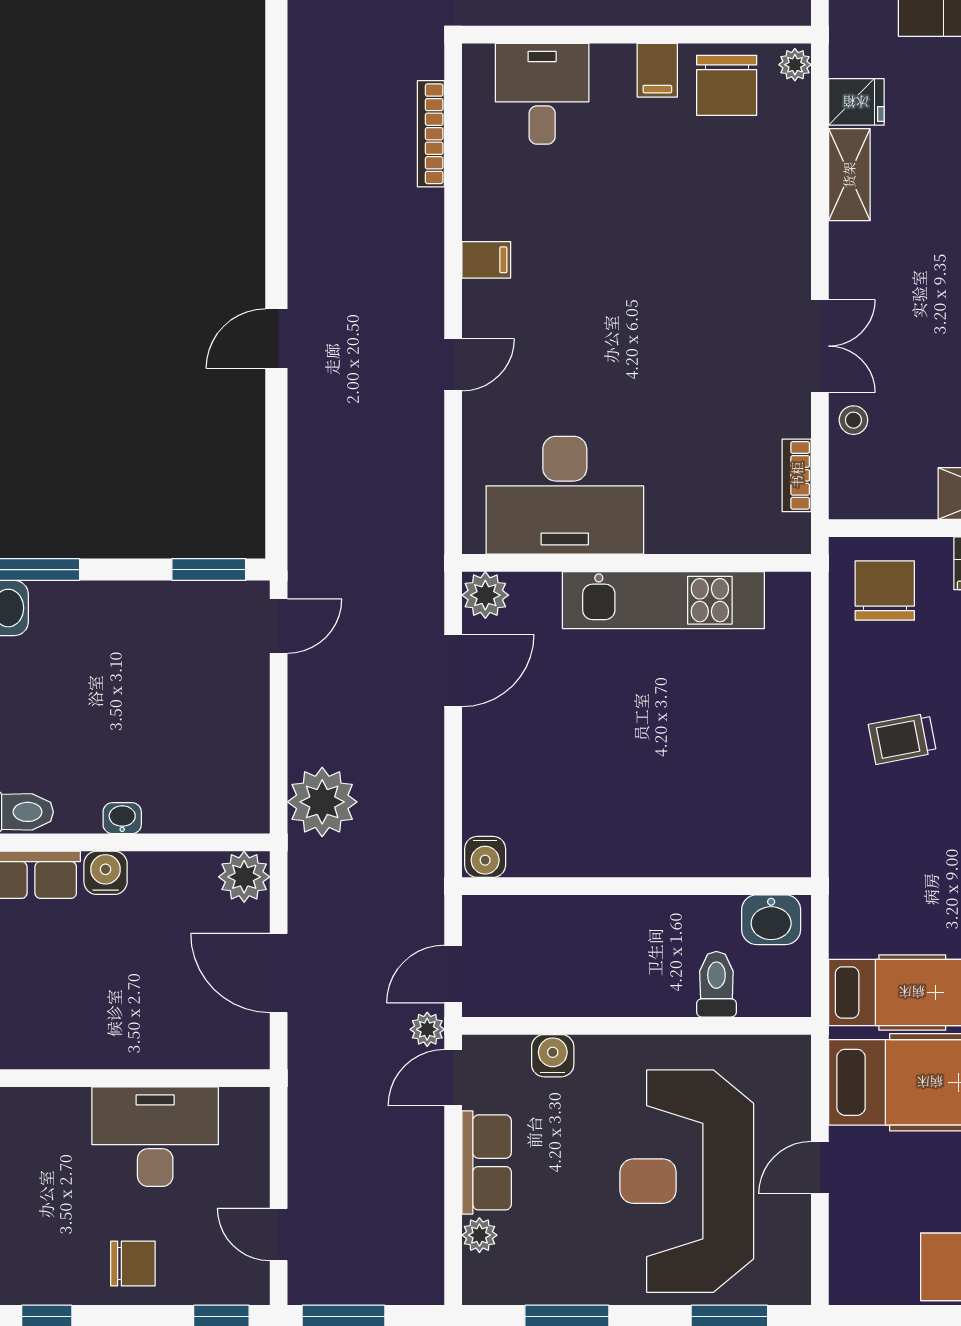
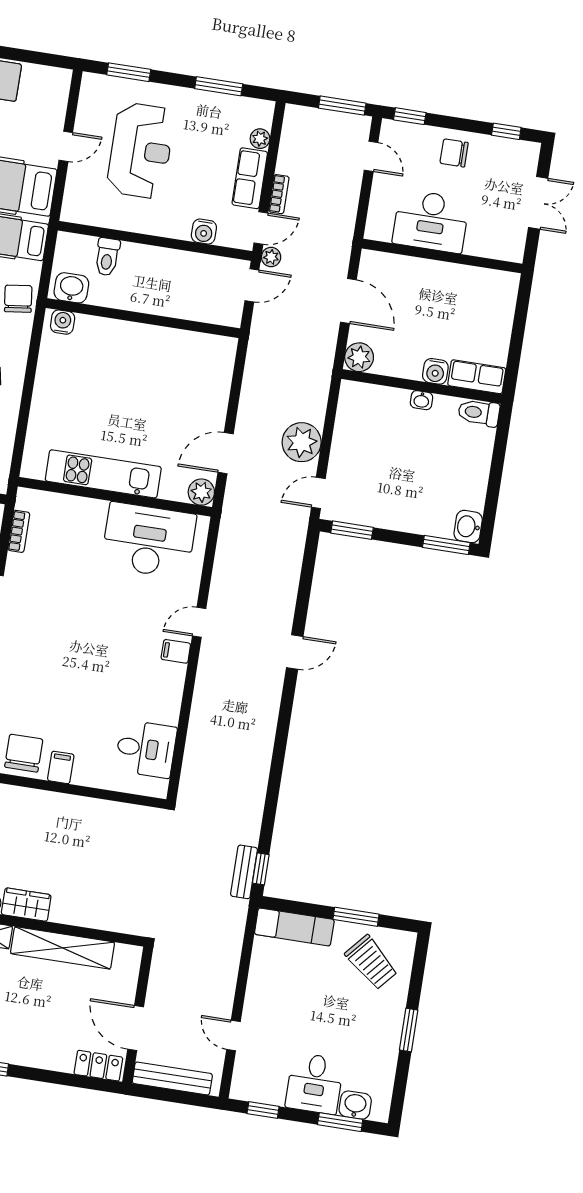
desk: (542, 94) -> (146, 749), moved, turned -90
bookcase: (431, 134) -> (279, 194), moved, width x0.64
filing cabinet: (486, 260) -> (176, 651), moved
plant: (322, 802) -> (302, 442), moved
water cooler: (485, 857) -> (63, 322), moved
chair: (862, 886) -> (18, 299), added
reception desk: (687, 1181) -> (141, 151), width x0.74, depth x0.77

